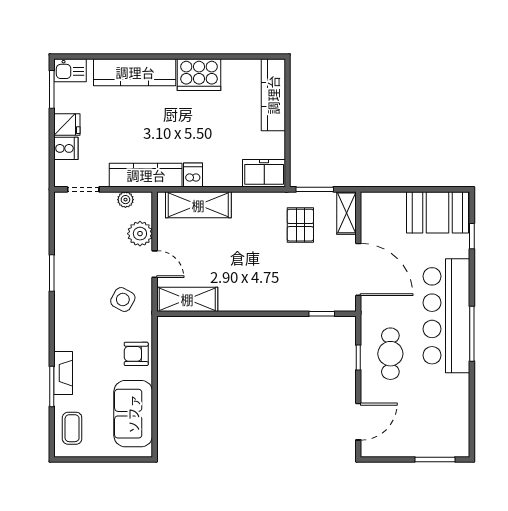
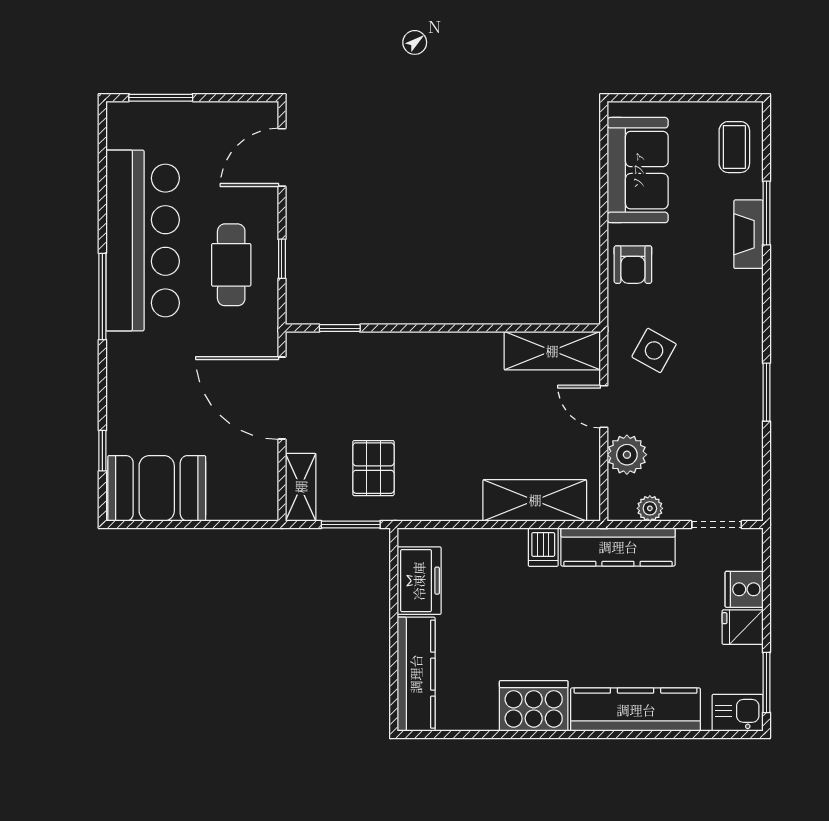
freezer: (264, 173) -> (419, 581), moved, turned -90
bar counter: (446, 316) -> (143, 240), moved
armchair: (136, 354) -> (633, 265), turned 90

